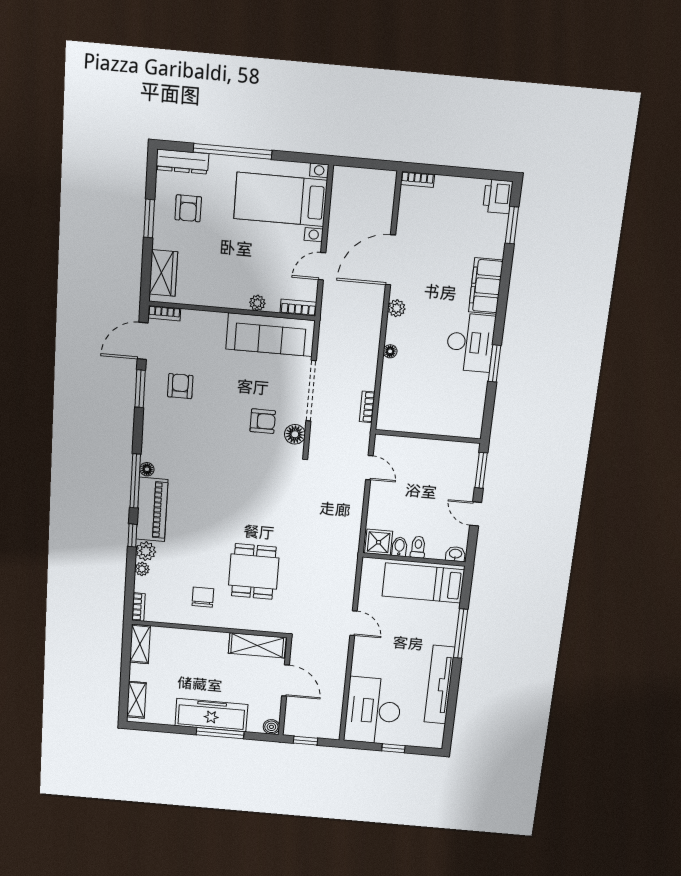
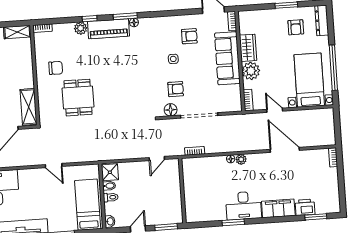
window: (233, 151) -> (333, 68), moved
printer: (498, 196) -> (305, 207), moved
armchair: (188, 208) -> (296, 27), turned -90
wardrobe: (163, 273) -> (248, 48), moved, turned -90
plant: (257, 303) -> (251, 71), width x1.88, depth x1.88
plant: (397, 308) -> (241, 159), moved
sofa: (270, 335) -> (227, 58), moved
window: (140, 389) -> (184, 12), removed
side table: (214, 417) -> (173, 59), added
armchair: (263, 421) -> (176, 89), turned -90
window: (135, 481) -> (125, 16), width x0.69
plant: (142, 569) -> (68, 27), removed
dining table: (254, 572) -> (78, 98), turned 90
door: (354, 623) -> (54, 166), hinge flipped

